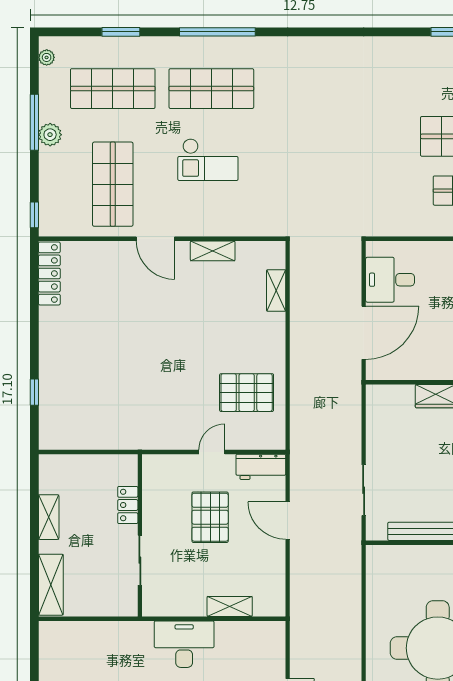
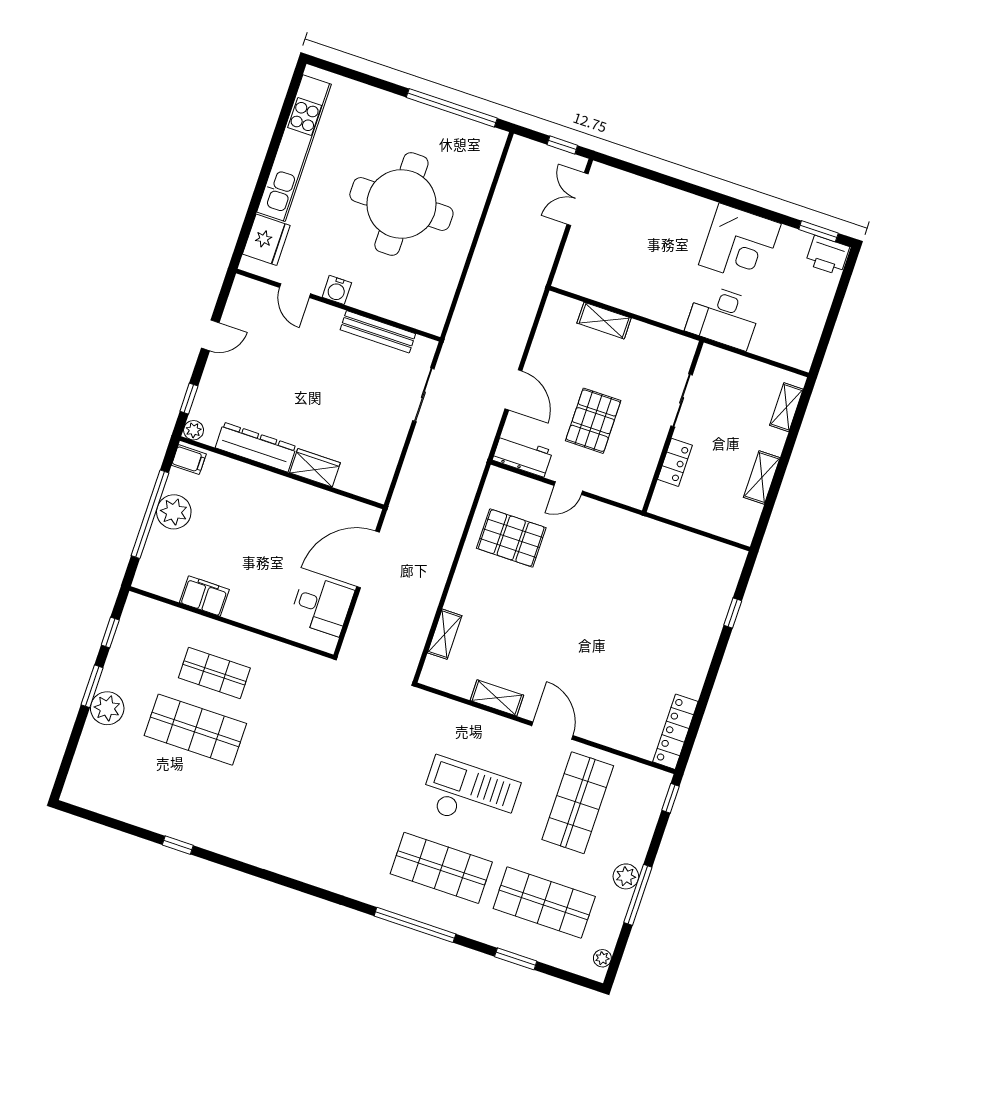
checkout: (208, 160) -> (470, 795), width x1.36, depth x1.21
shelving: (51, 585) -> (786, 407), width x0.67, depth x0.75
desk: (184, 644) -> (723, 317), moved

